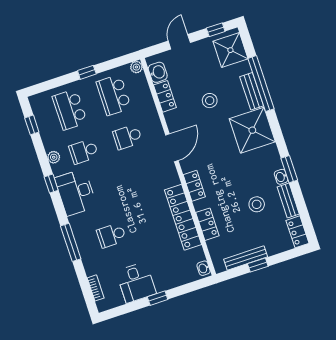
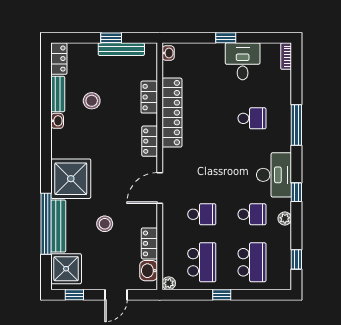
bench: (252, 91) -> (58, 226), width x1.36
window: (289, 169) -> (46, 126), removed
bookcase: (96, 288) -> (286, 56), moved

